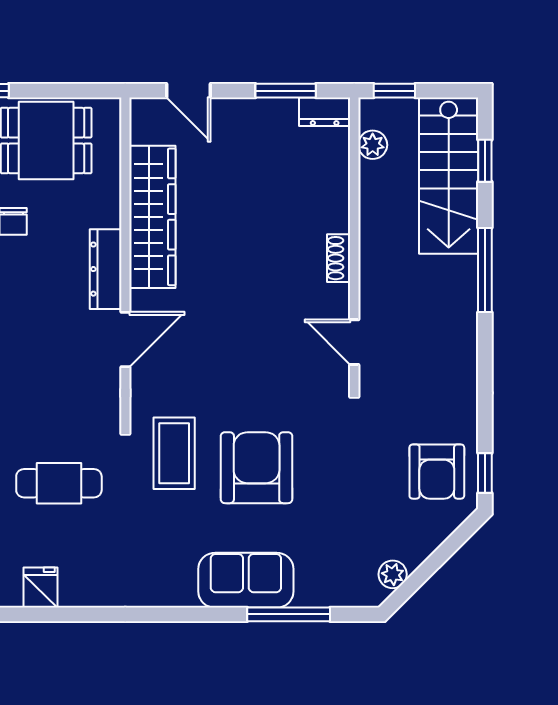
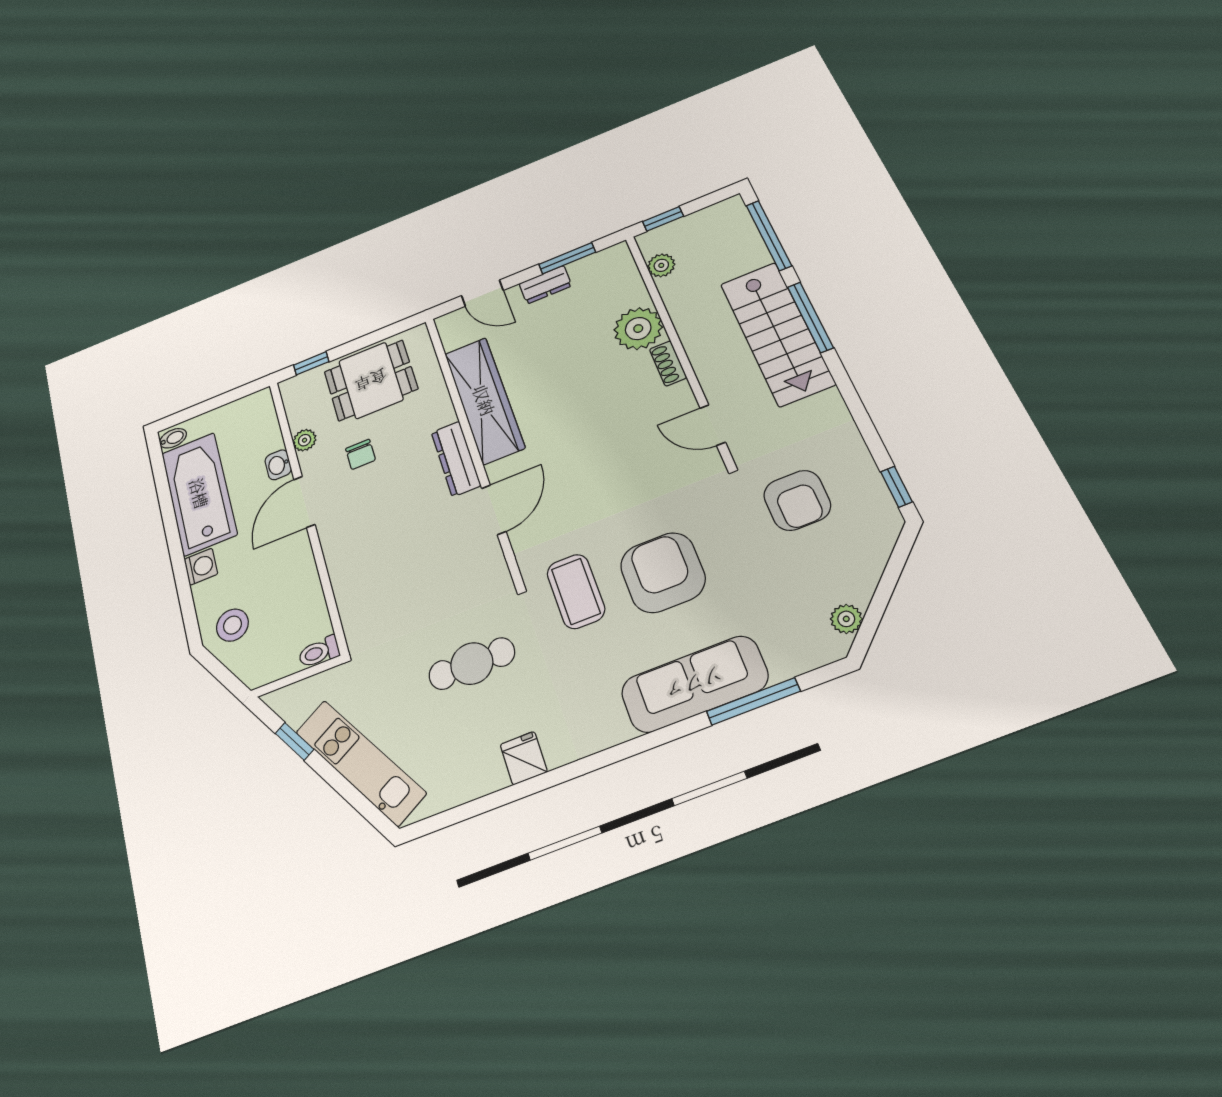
dresser: (325, 112) -> (545, 285), moved
window: (485, 161) -> (769, 235), width x2.17
stairs: (449, 176) -> (777, 333), moved
plant: (325, 206) -> (638, 329), added
armchair: (437, 472) -> (797, 500), moved
sofa: (246, 580) -> (694, 684), width x1.36
fridge: (40, 588) -> (524, 758), moved

